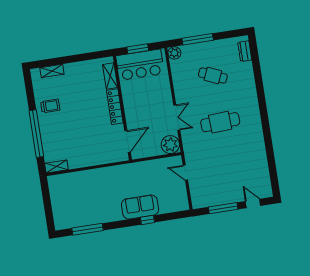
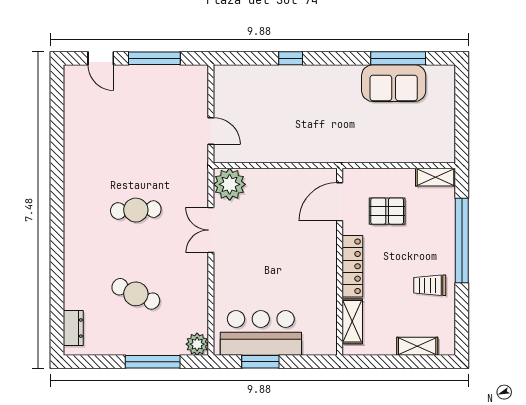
shelving: (110, 76) -> (352, 321), moved
locker: (115, 107) -> (352, 266), moved
wall: (122, 108) -> (340, 262), moved
cafe table: (220, 122) -> (136, 210), width x0.73, depth x0.74
door: (128, 141) -> (340, 202), moved
pallet: (80, 143) -> (387, 211), added
sofa: (140, 207) -> (394, 83), moved

